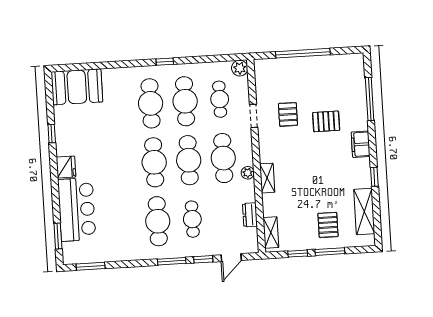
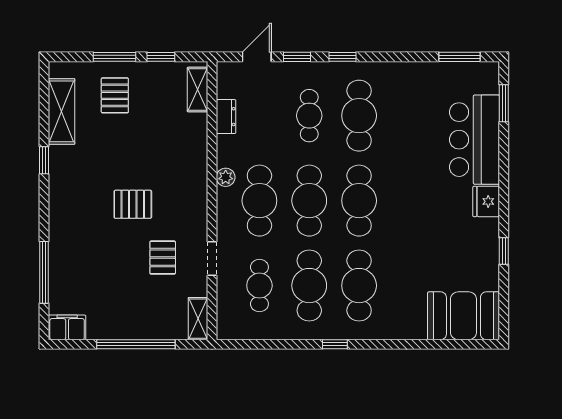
plant: (240, 68) -> (228, 328), removed
pallet: (326, 121) -> (133, 204), moved
filing cabinet: (361, 144) -> (67, 327), moved, turned -90
shelving: (267, 178) -> (198, 319), moved
window: (172, 261) -> (342, 57), width x0.67

